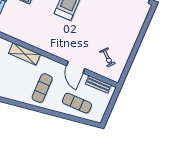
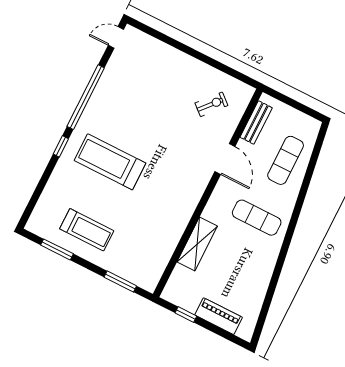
door: (76, 67) -> (225, 159), hinge flipped

